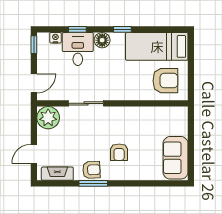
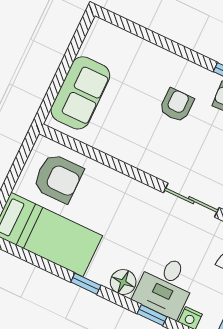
armchair: (165, 81) -> (58, 178), turned 180
sofa: (176, 158) -> (80, 93), moved

